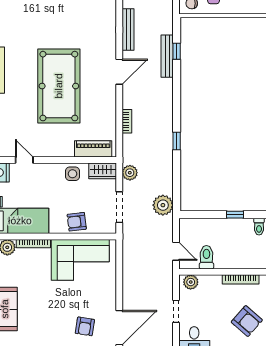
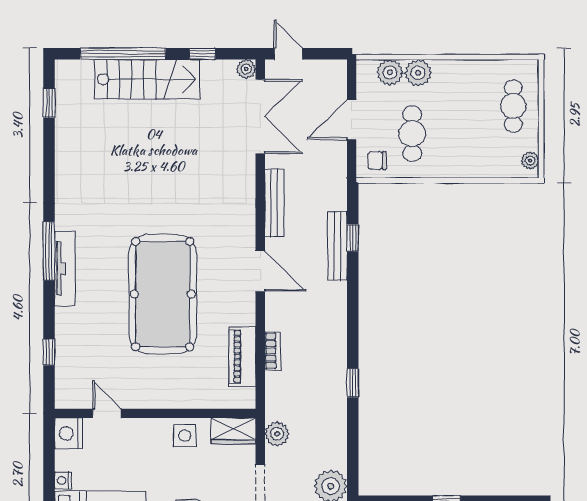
door: (119, 72) -> (260, 271), hinge flipped
piano: (93, 149) -> (242, 356), moved, turned -90

